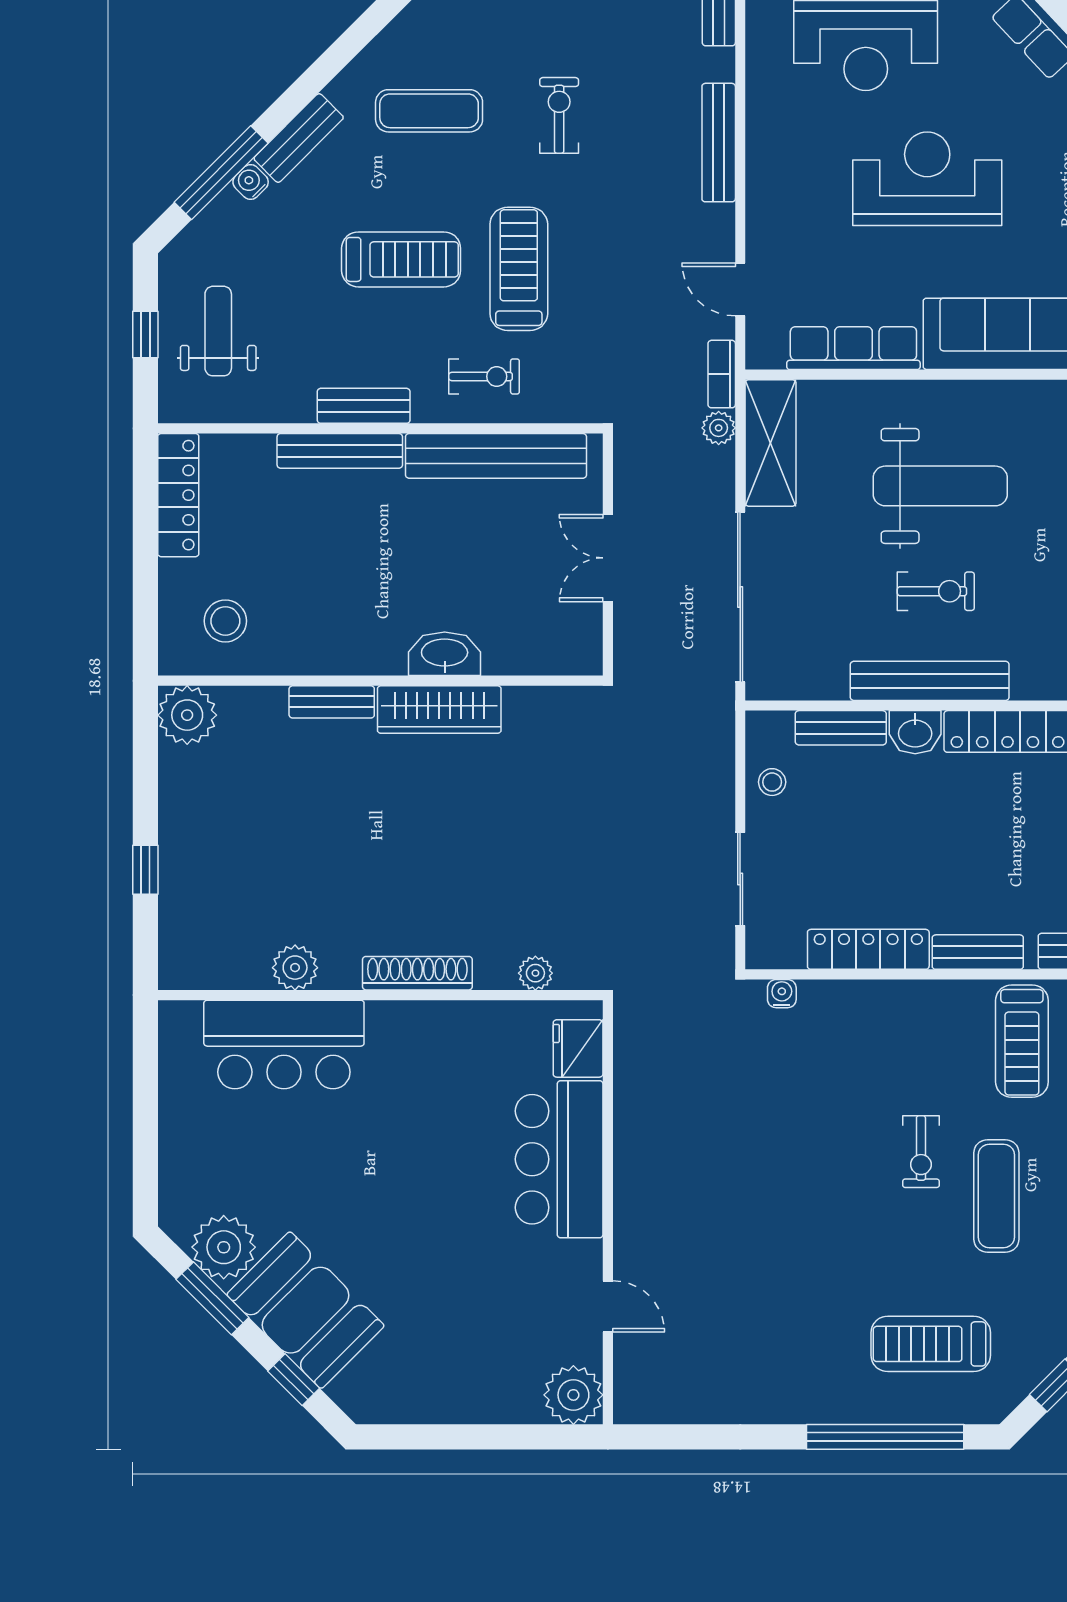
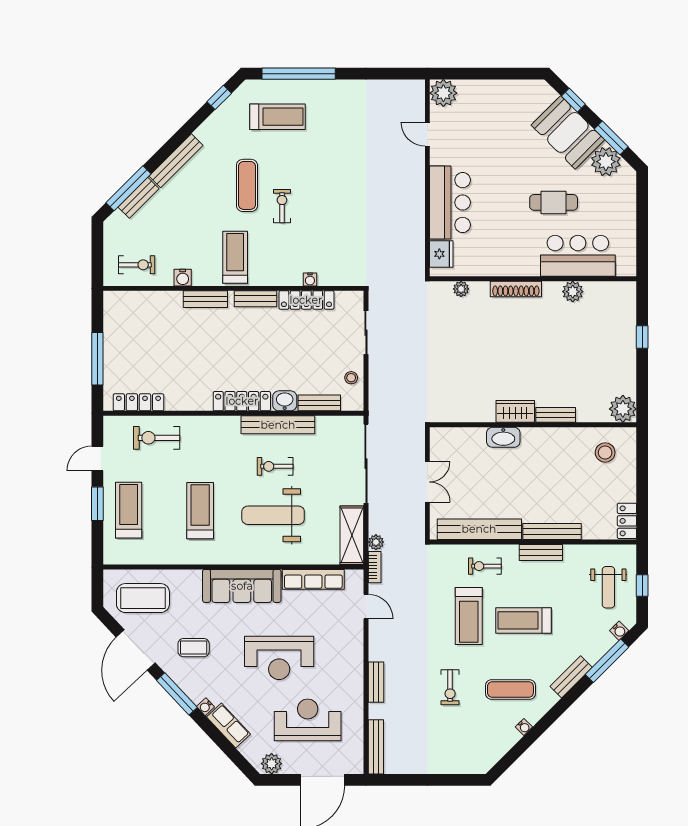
water cooler: (400, 30) -> (524, 727), added
bench: (719, 143) -> (376, 682), width x0.73
water cooler: (251, 182) -> (619, 631), moved
locker: (178, 495) -> (627, 521), width x0.66
wardrobe: (439, 710) -> (515, 411), width x0.67
water cooler: (782, 994) -> (310, 279), moved
cafe table: (336, 1159) -> (554, 202), added

